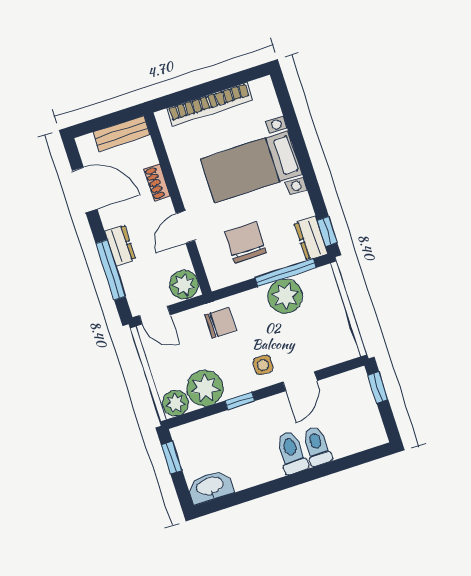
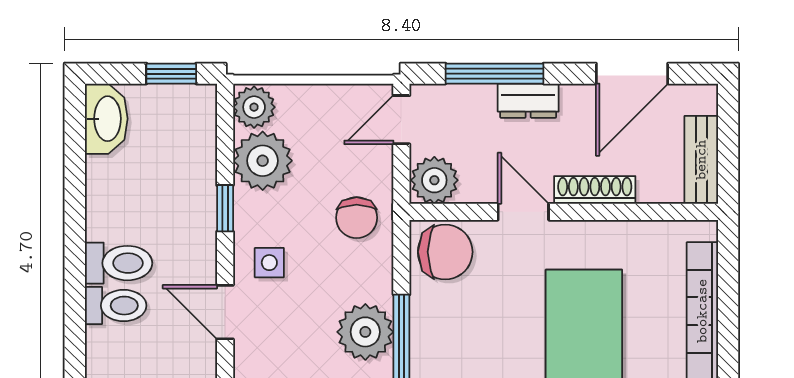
shoe rack: (157, 183) -> (595, 190), width x1.43
chair: (245, 242) -> (445, 252), moved

